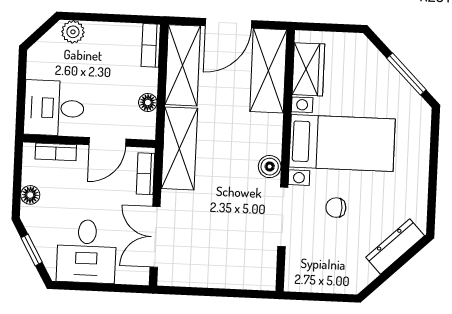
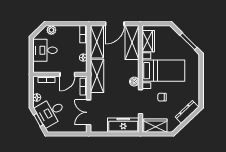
desk: (54, 108) -> (45, 50), moved
desk: (87, 251) -> (51, 112), moved, turned 60
freezer: (238, 272) -> (123, 125), added
wardrobe: (317, 276) -> (155, 126), added

